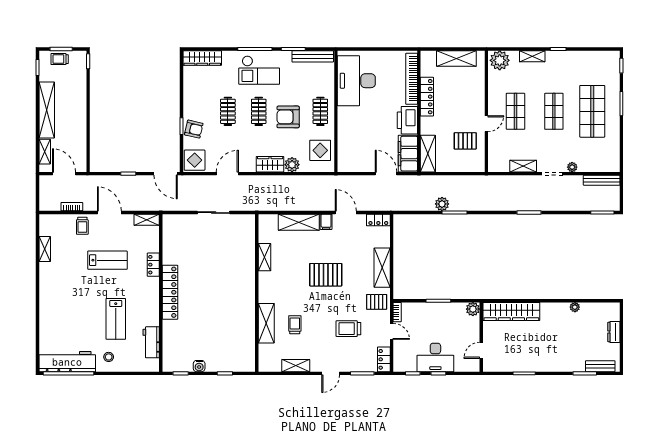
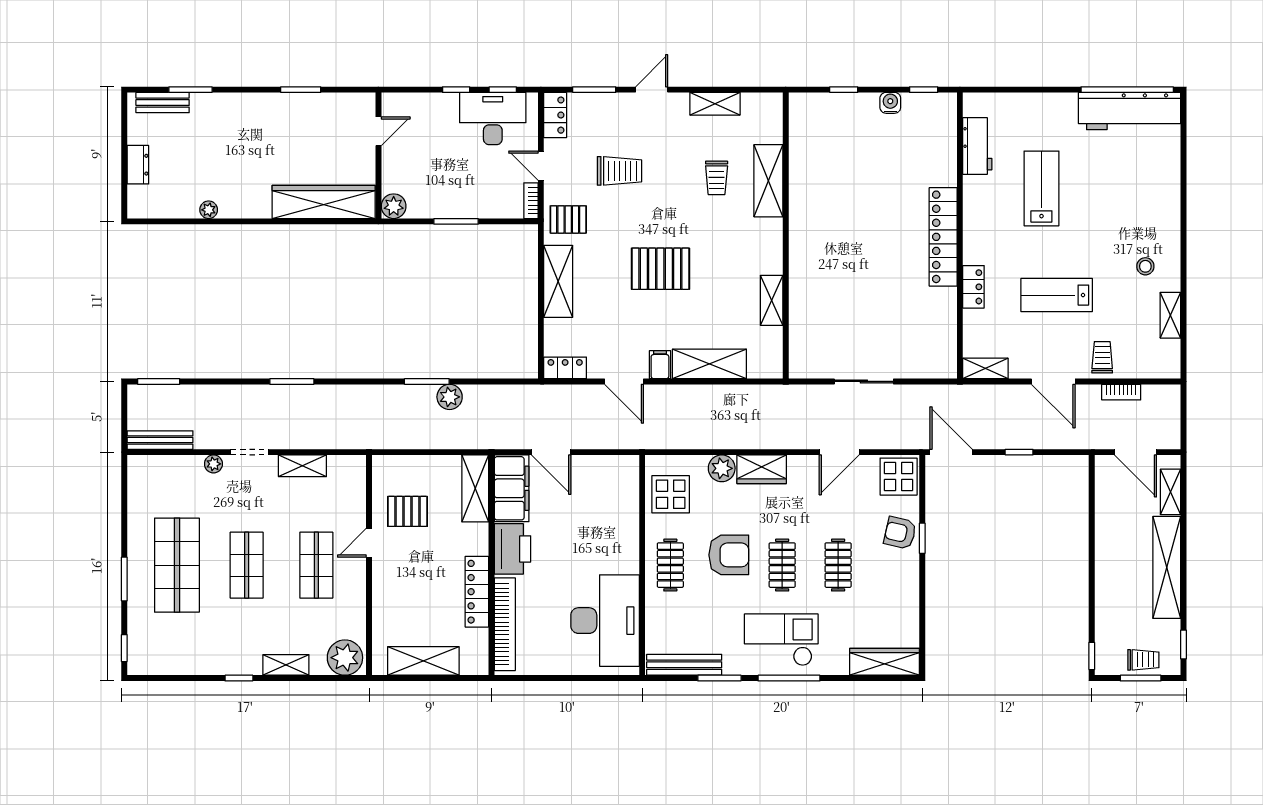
stool: (109, 357) -> (1145, 266), moved
desk: (435, 357) -> (493, 119), moved

